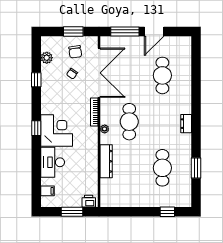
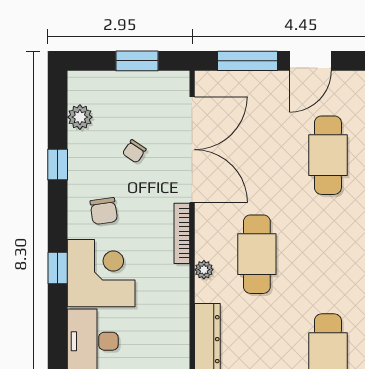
chair: (75, 52) -> (104, 211), moved

